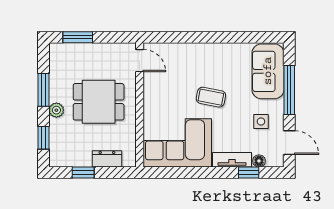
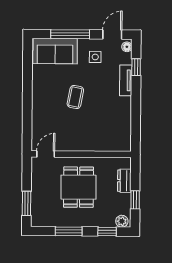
plant: (56, 110) -> (122, 221), moved
corner sofa: (177, 143) -> (112, 124), removed
floor lamp: (259, 161) -> (127, 47), moved

